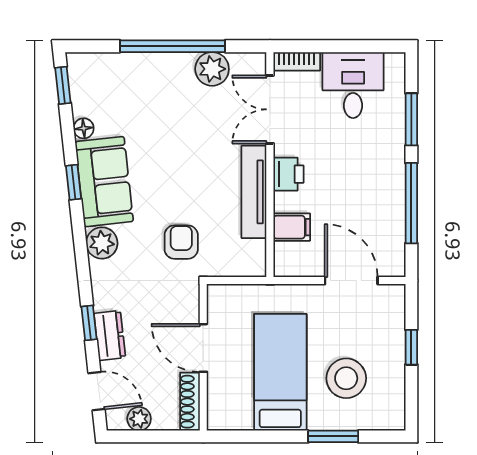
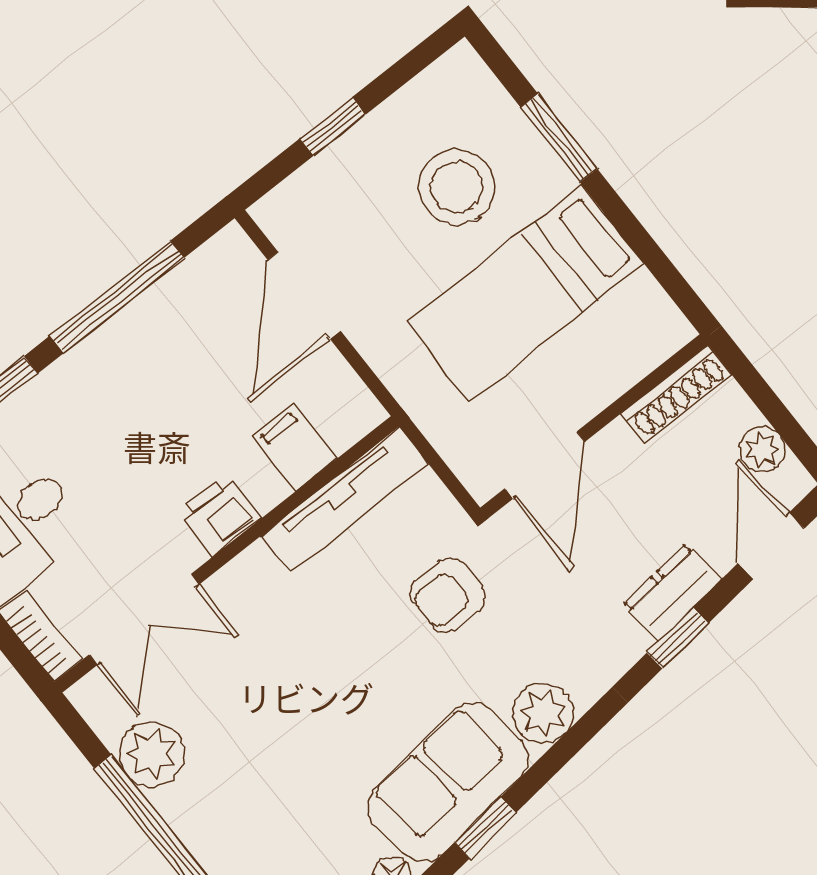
tv unit: (254, 192) -> (345, 500), moved
door: (203, 348) -> (545, 465), moved

